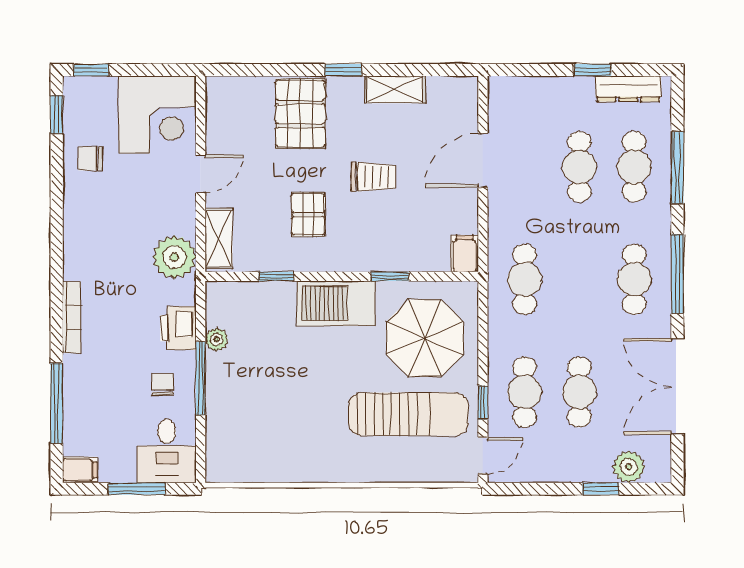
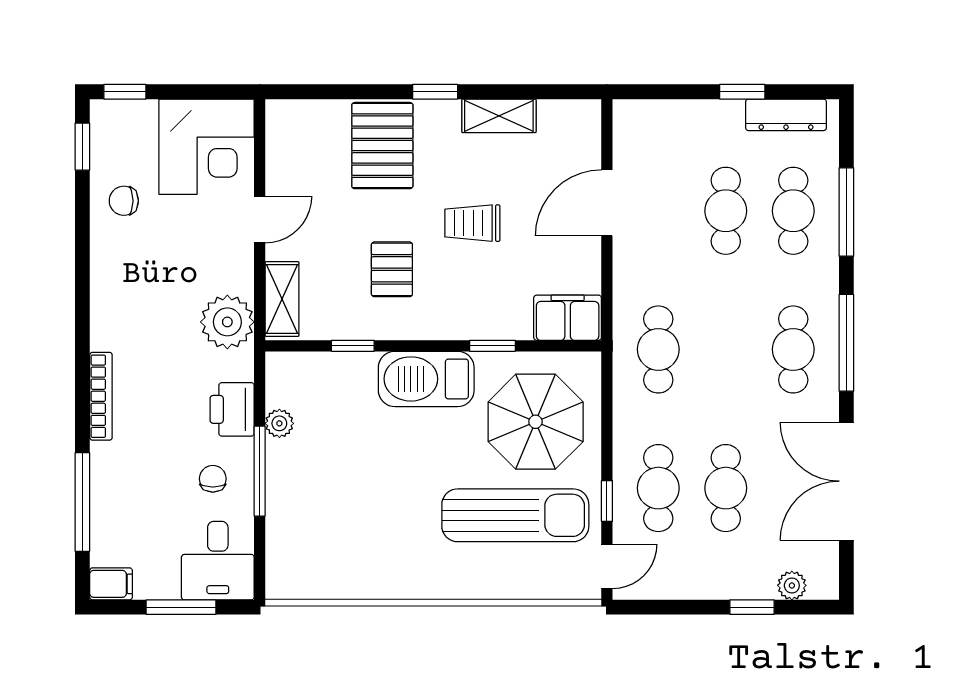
trolley: (373, 177) -> (472, 223), turned 180
filing cabinet: (465, 254) -> (568, 318), width x2.00
plant: (629, 467) -> (792, 585), width x0.73, depth x0.73

